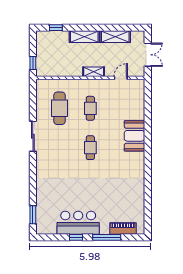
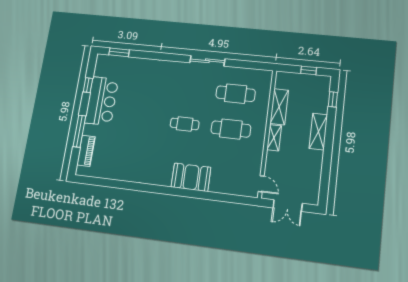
shelving: (115, 37) -> (279, 107), moved
window: (33, 63) -> (309, 70), moved
door: (121, 78) -> (261, 184), moved
cafe table: (90, 108) -> (231, 129), width x1.37, depth x1.35
window: (76, 237) -> (88, 85), moved

